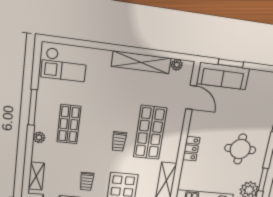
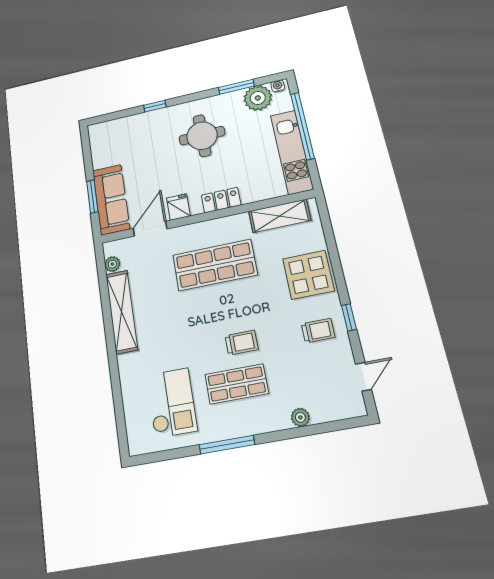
checkout: (64, 65) -> (172, 403), moved
fridge: (198, 120) -> (178, 207), added
plant: (39, 137) -> (300, 417), moved
trolley: (119, 141) -> (242, 343), moved
shelving: (36, 176) -> (334, 410), removed

